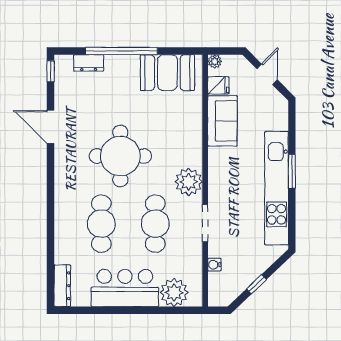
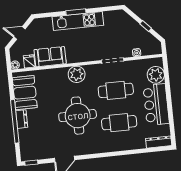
dresser: (89, 63) -> (22, 119), moved
plant: (189, 182) -> (77, 74), moved
kitchen unit: (277, 188) -> (78, 21), width x0.73

